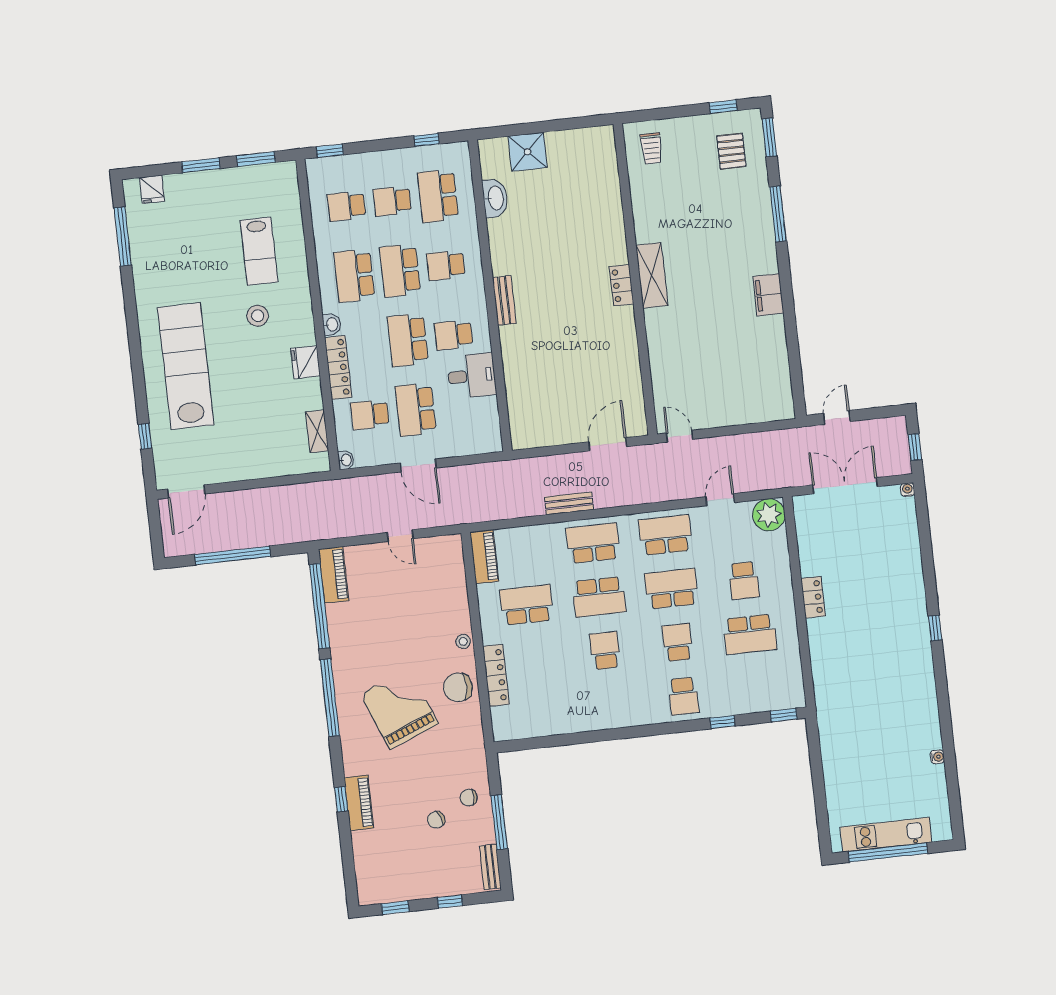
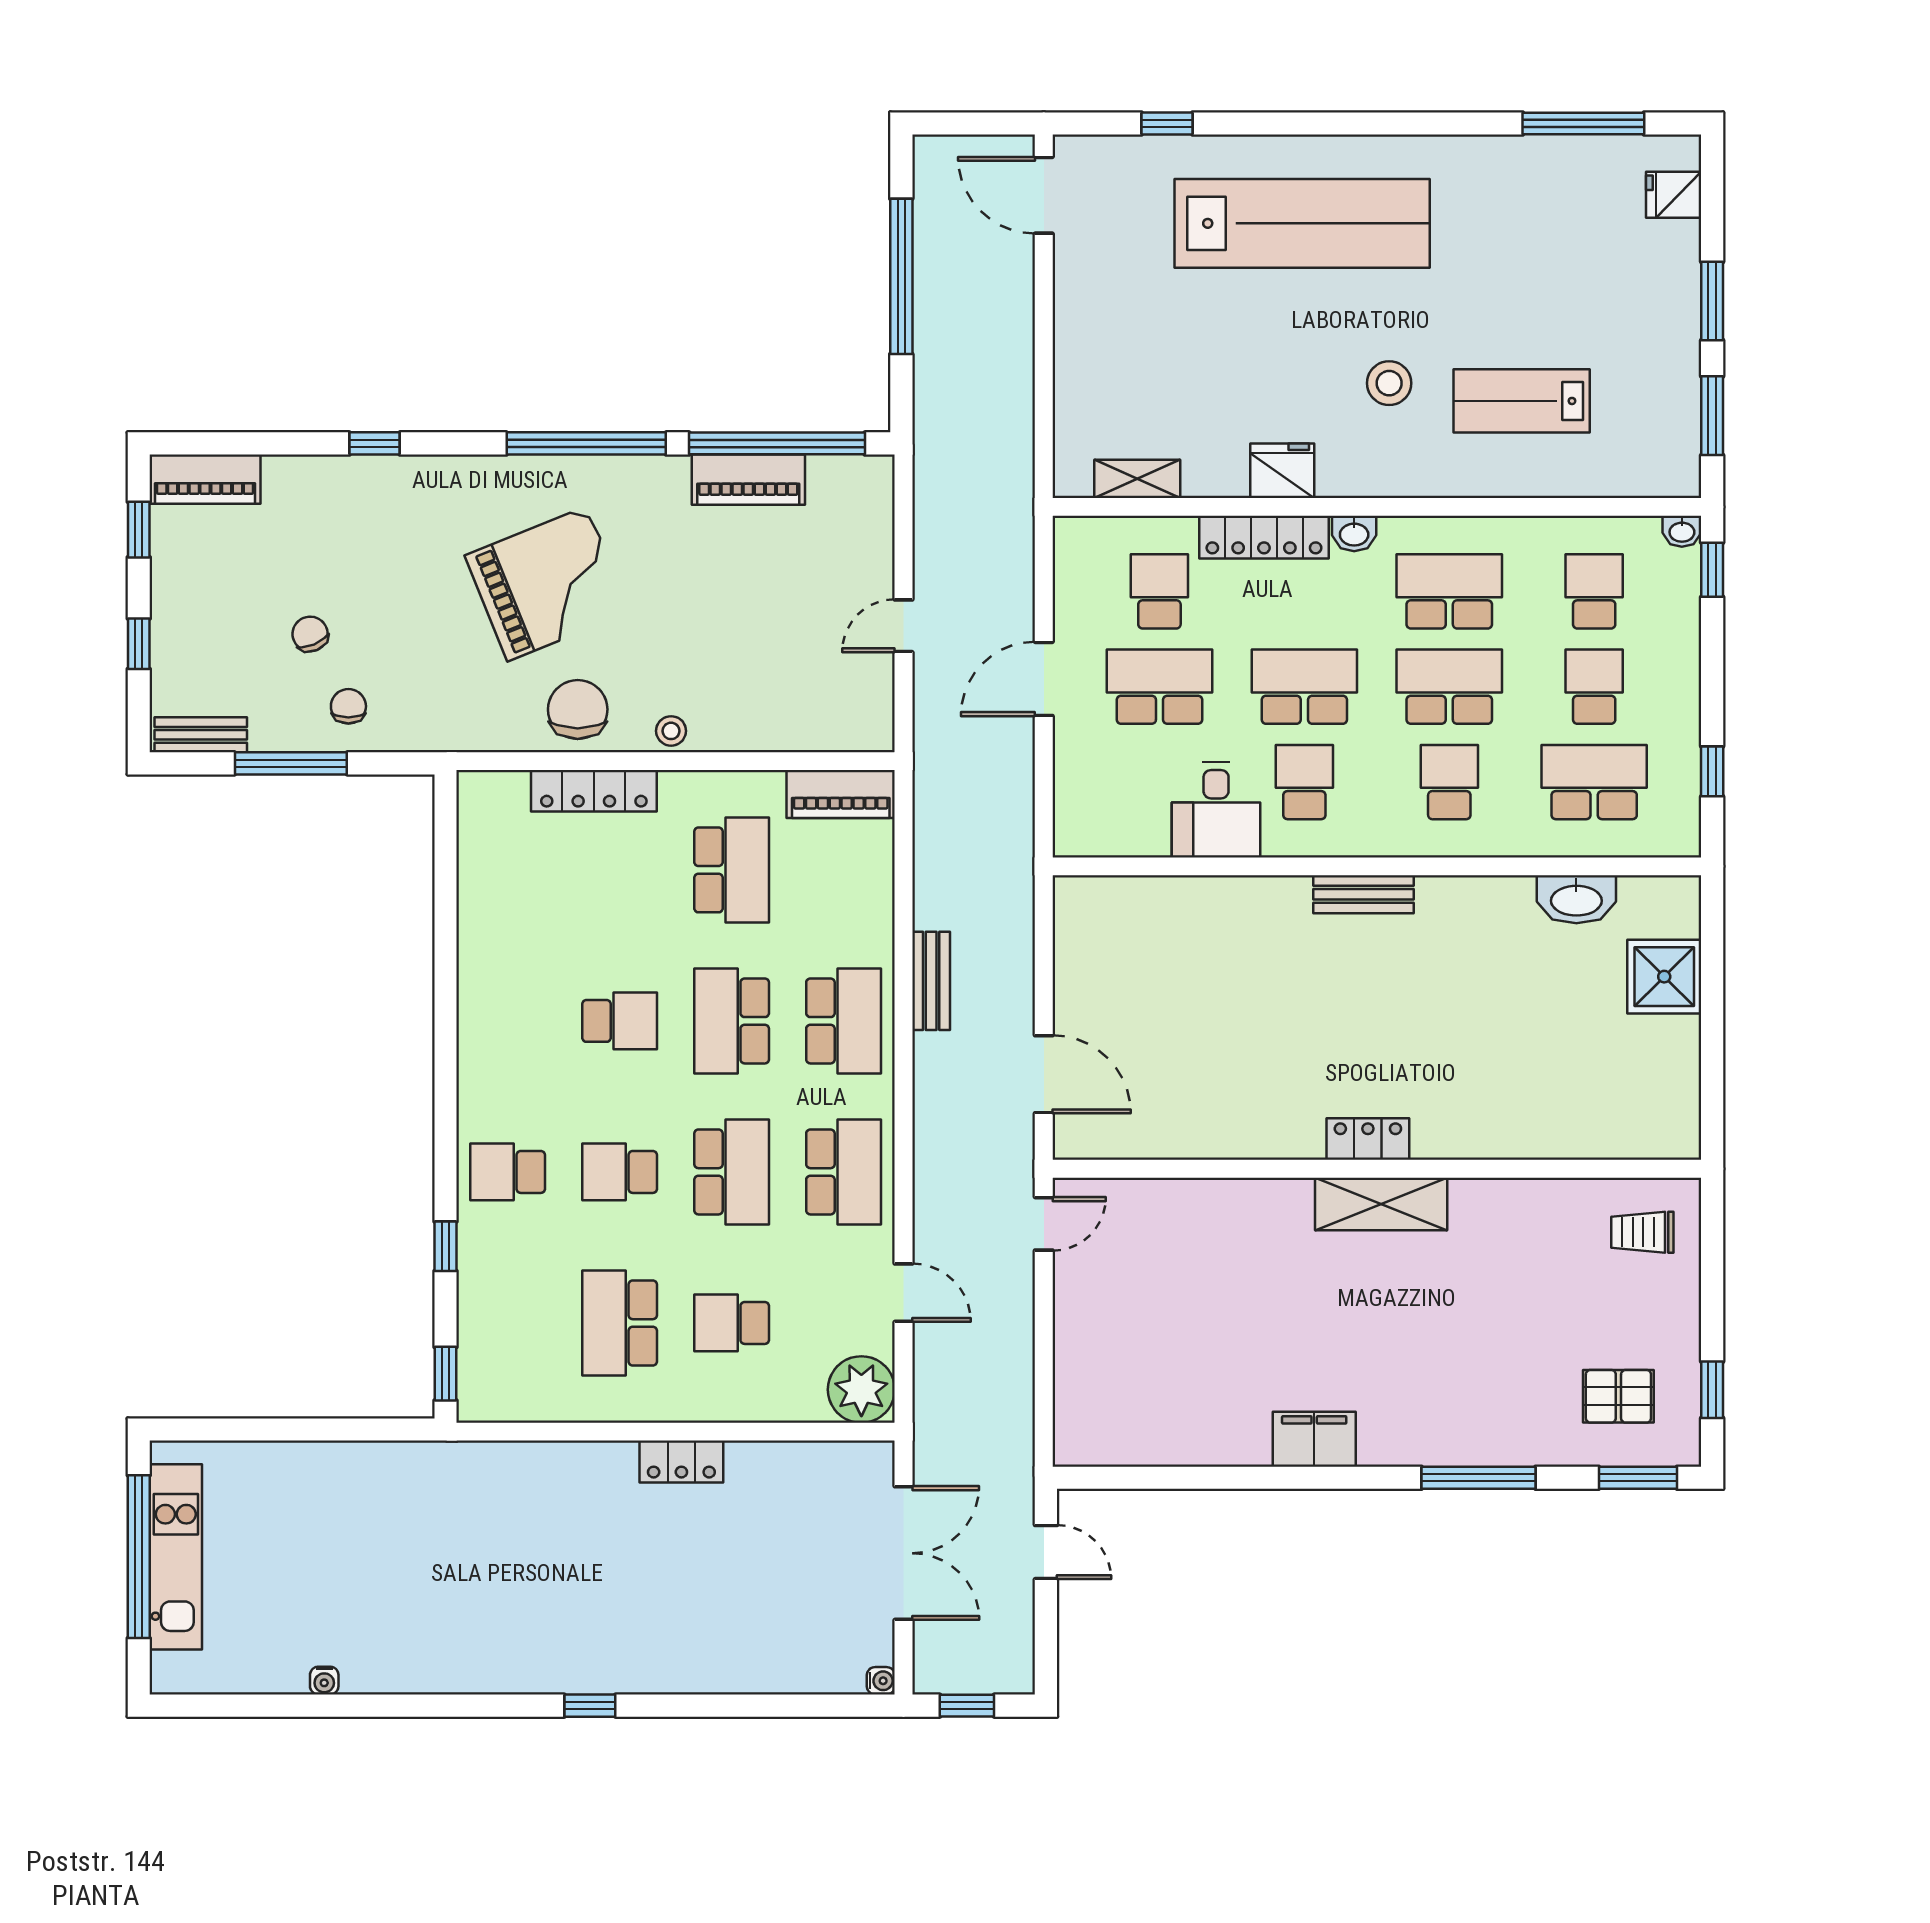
washbasin: (346, 460) -> (1682, 531), moved
piano: (334, 575) -> (748, 480), moved
school desk: (677, 642) -> (620, 1172), turned 180
piano: (359, 803) -> (205, 479), moved

